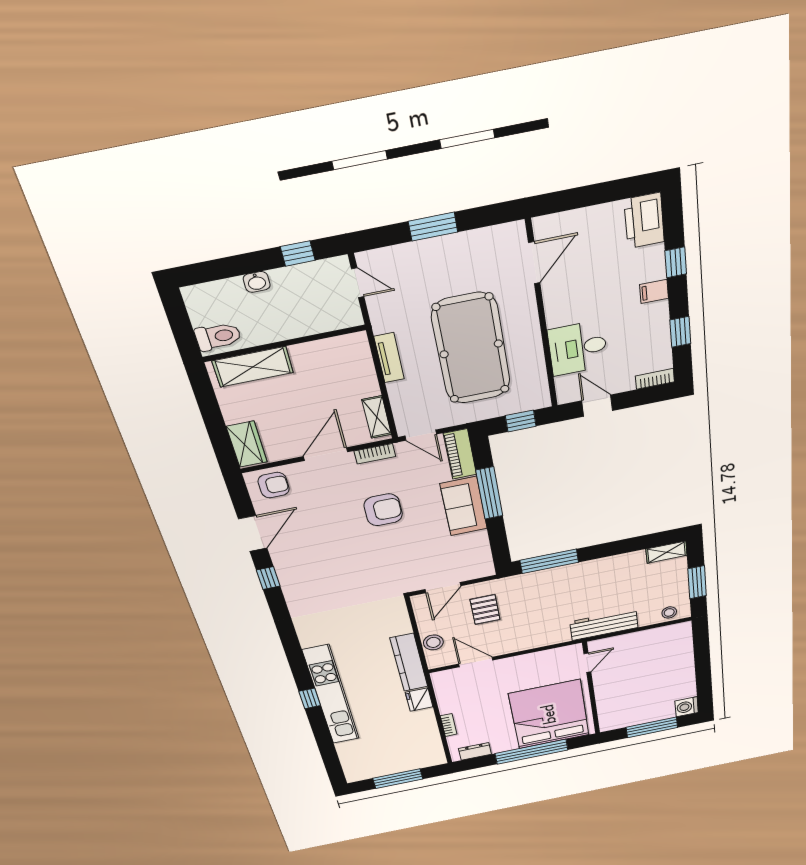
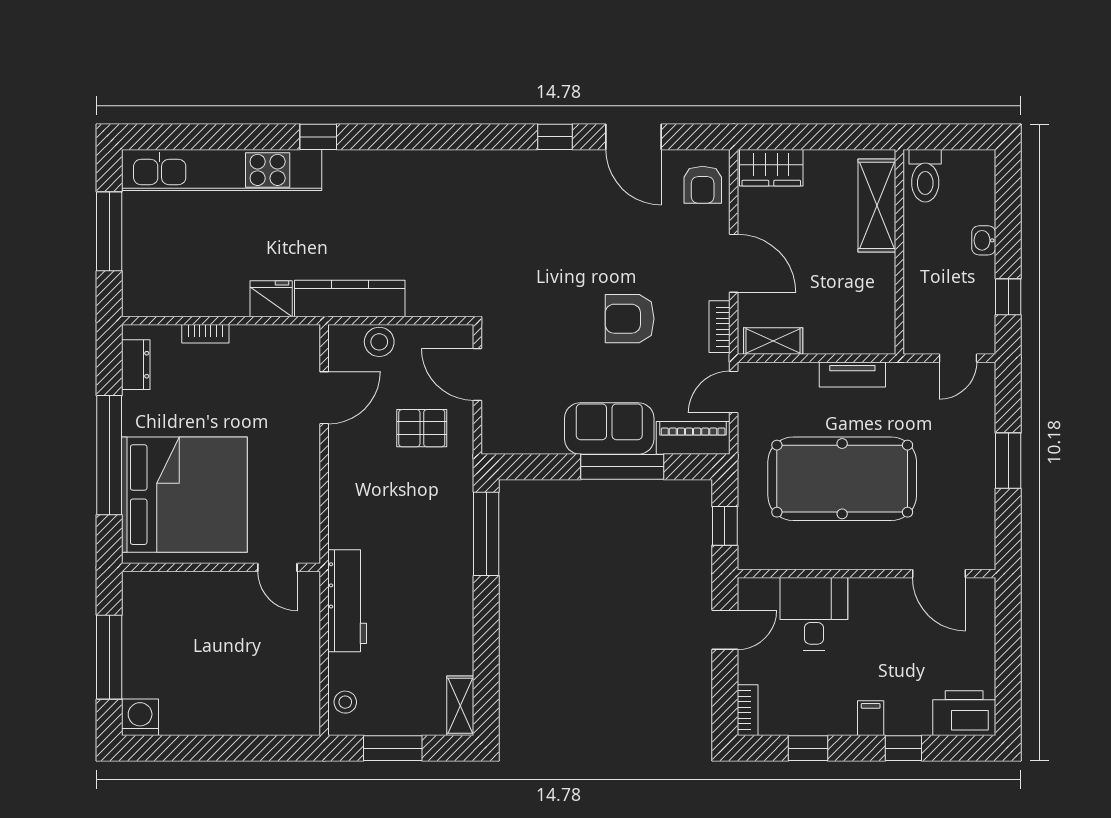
armchair: (383, 510) -> (630, 319), turned 90
kitchen unit: (331, 695) -> (222, 170), moved

